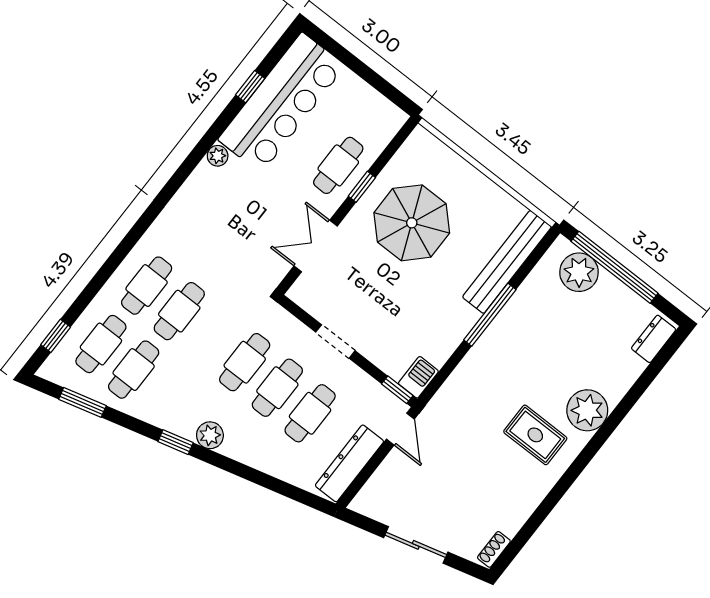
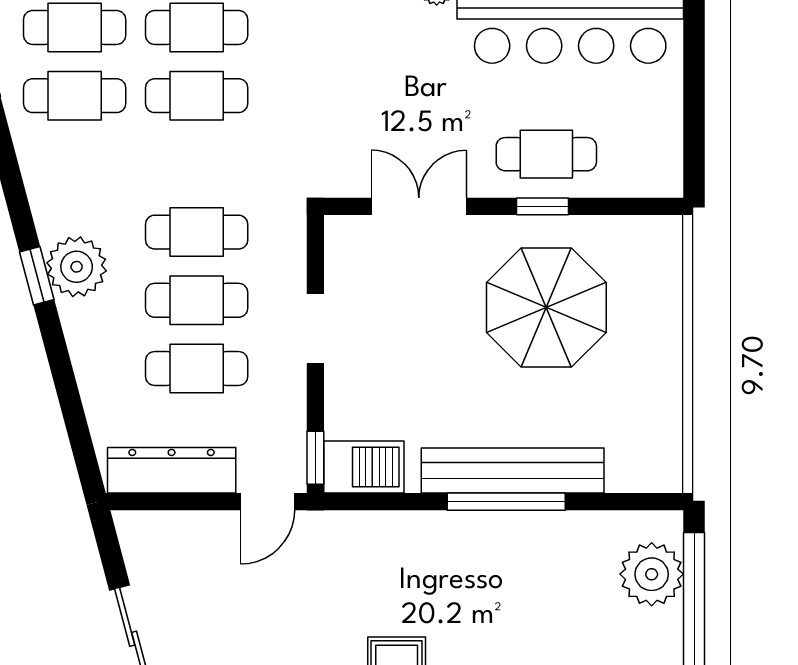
bench: (507, 262) -> (513, 470), moved
barbecue: (418, 377) -> (364, 467), width x1.38, depth x1.27
plant: (210, 435) -> (77, 267), width x1.36, depth x1.36
window: (176, 442) -> (37, 276), moved

